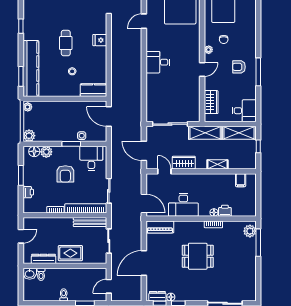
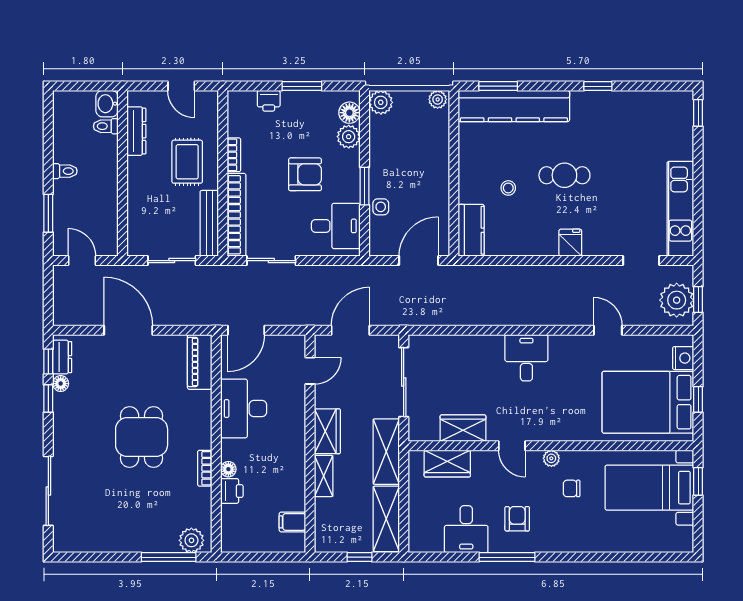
wardrobe: (193, 94) -> (463, 428), added
desk: (244, 111) -> (466, 529), moved
wardrobe: (184, 163) -> (327, 431), moved
armchair: (65, 174) -> (305, 174), turned 180
rug: (70, 253) -> (187, 162), moved

